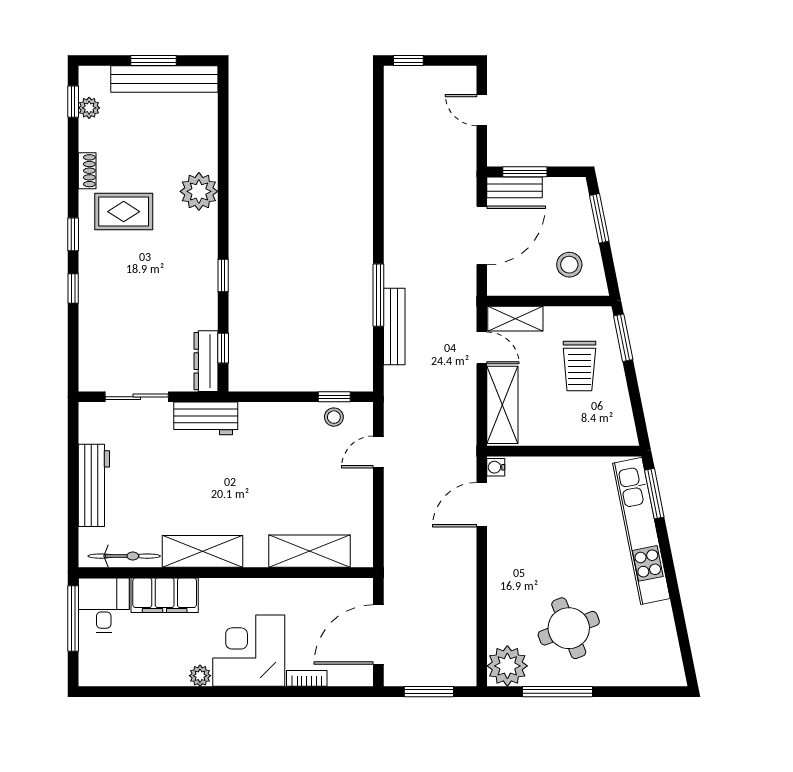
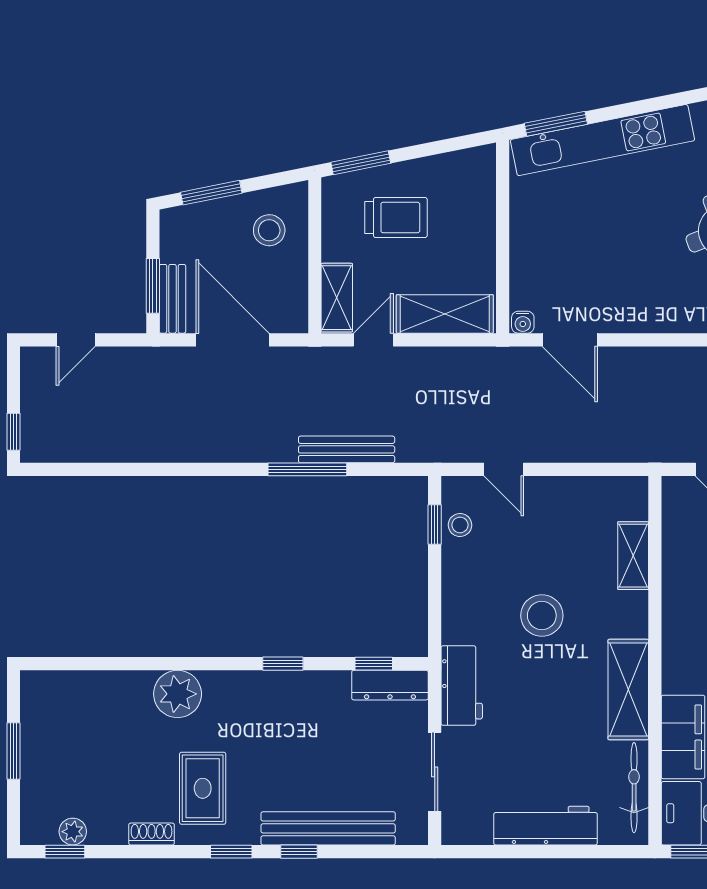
bench: (164, 79) -> (328, 828), moved, turned 90
stool: (262, 482) -> (542, 616), added
shelving: (309, 551) -> (633, 556), width x0.67, depth x0.75

